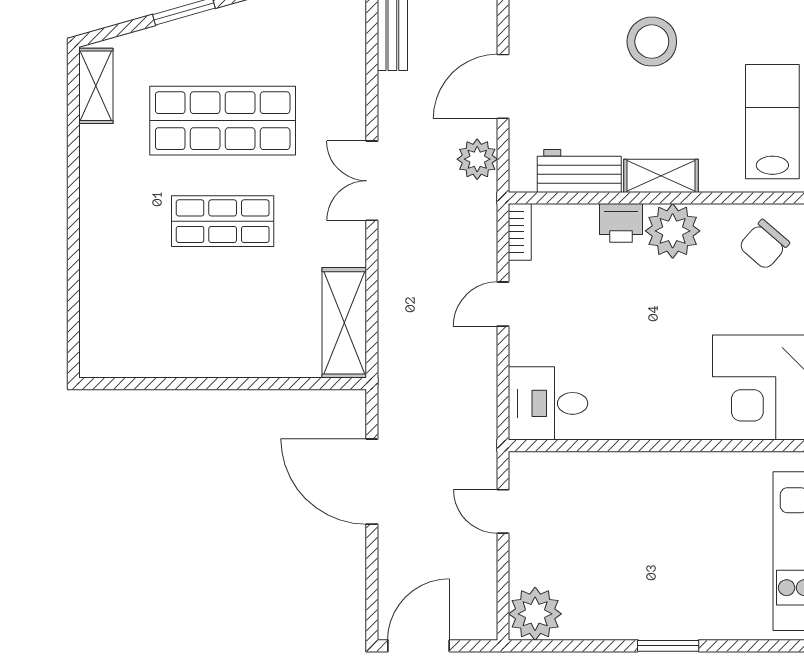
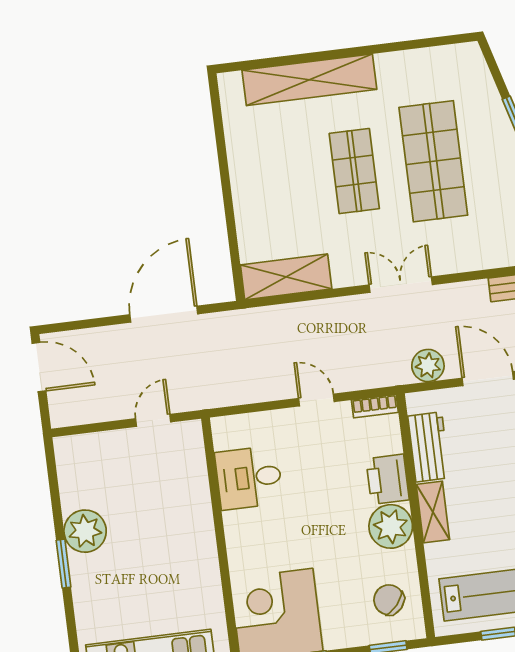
shelving: (96, 86) -> (309, 80), moved, width x2.20, depth x1.33
printer: (621, 223) -> (388, 479), width x1.36, depth x1.24
desk: (548, 403) -> (249, 478), moved, turned -90
plant: (535, 614) -> (85, 531), moved

